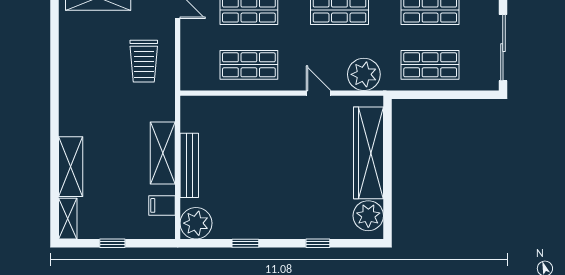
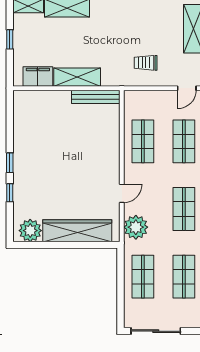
trolley: (144, 61) -> (146, 63), width x0.73, depth x0.72
bench: (189, 165) -> (96, 97), moved
filing cabinet: (162, 205) -> (38, 76), width x2.00
plant: (196, 223) -> (25, 102), removed
window: (245, 243) -> (10, 163), moved

